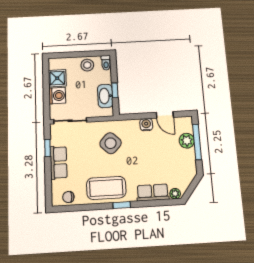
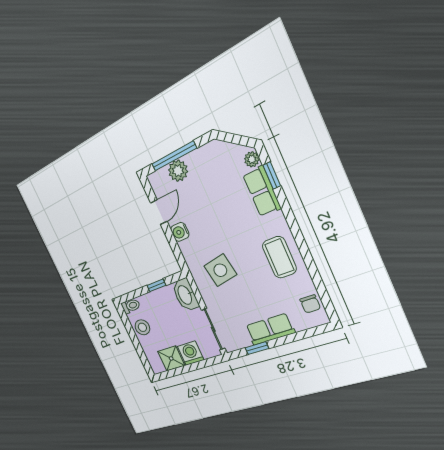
washbasin: (105, 96) -> (185, 295), moved, turned 90
side table: (111, 143) -> (220, 270), turned 37
coffee table: (106, 188) -> (279, 257), width x0.73, depth x0.76
window: (122, 205) -> (272, 175), moved

